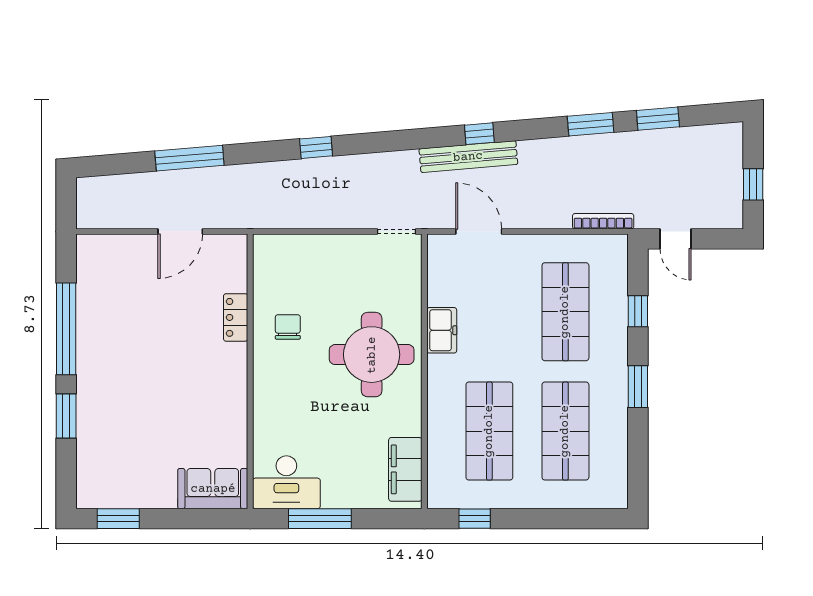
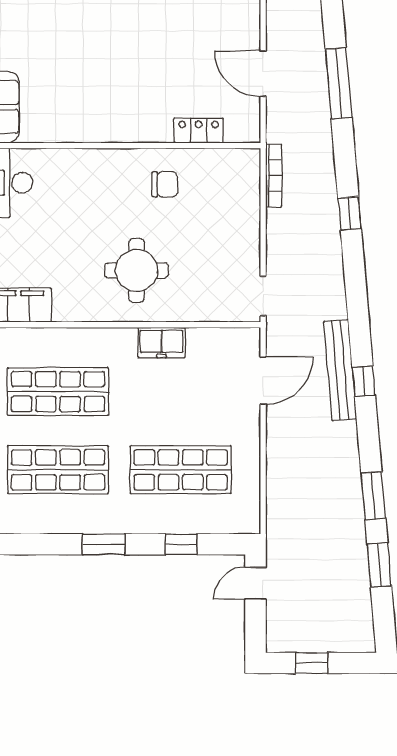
bookcase: (603, 221) -> (274, 175), moved
locker: (236, 317) -> (199, 131), moved
round table: (372, 355) -> (137, 270), width x0.73, depth x0.73

